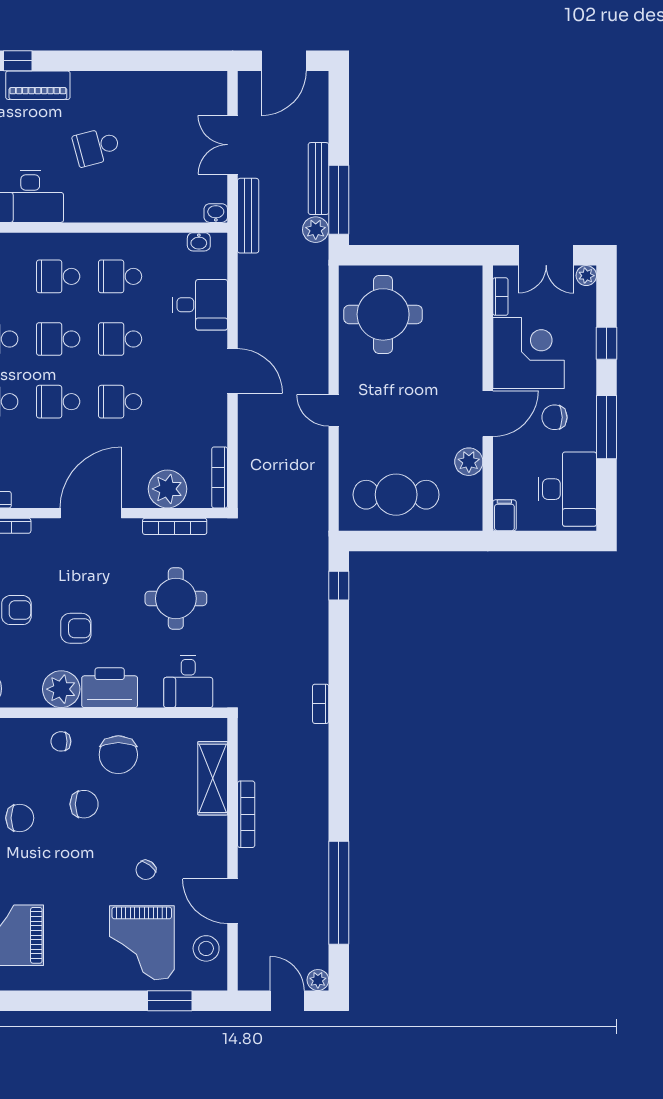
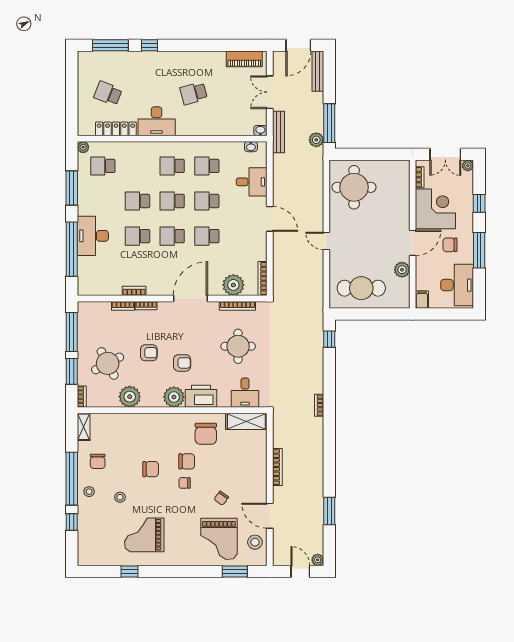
piano: (38, 85) -> (244, 59), moved
bench: (318, 179) -> (318, 71), moved
chair: (61, 741) -> (185, 483), moved
shelving: (213, 778) -> (246, 421), moved, turned 90
window: (339, 893) -> (329, 511), width x0.47

